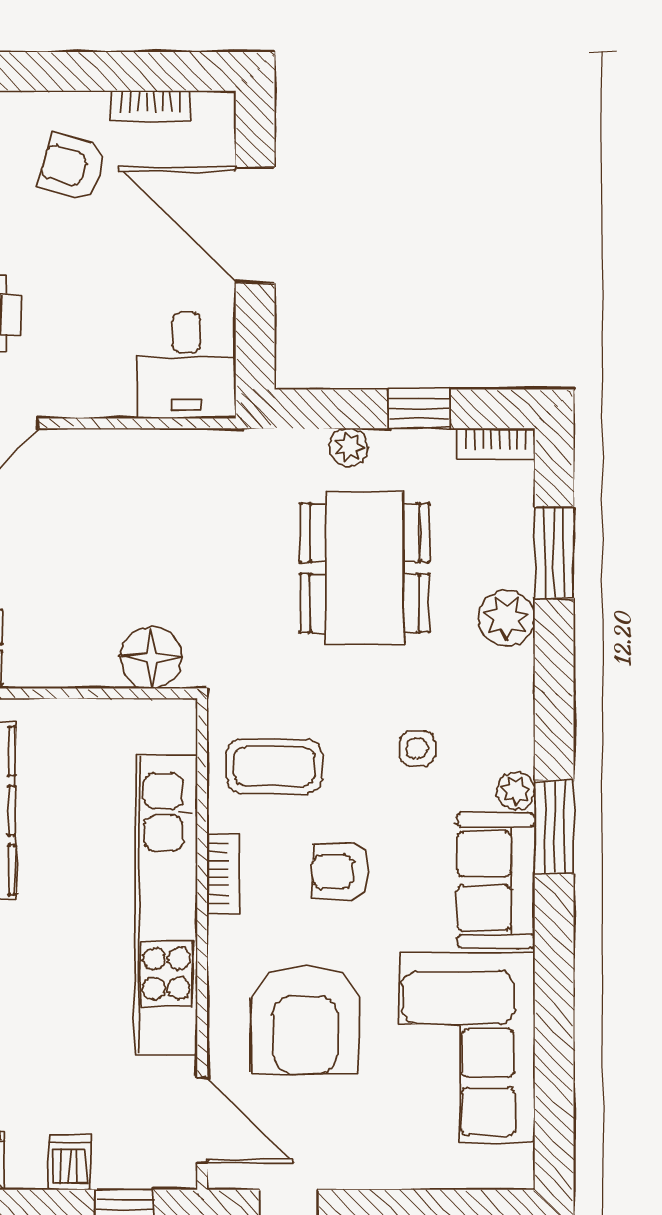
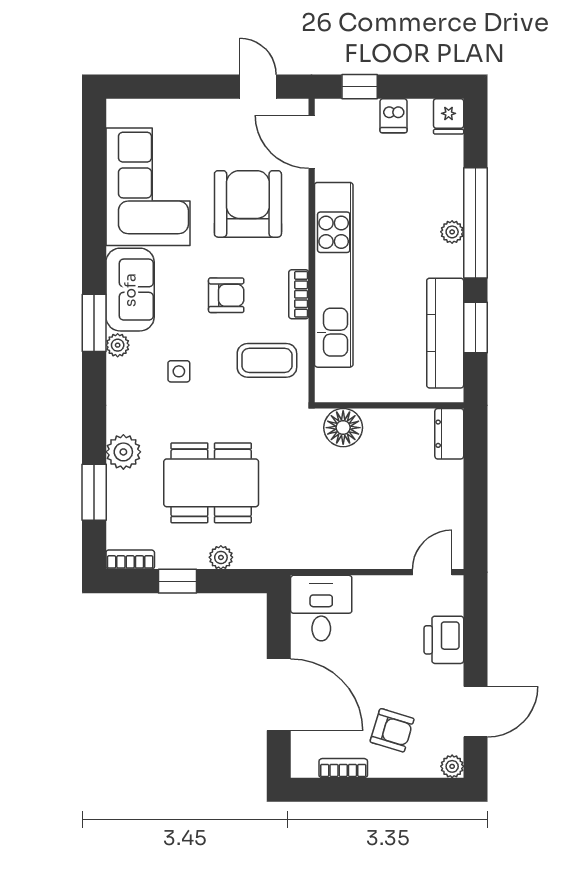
dining table: (365, 568) -> (211, 483), turned 90

